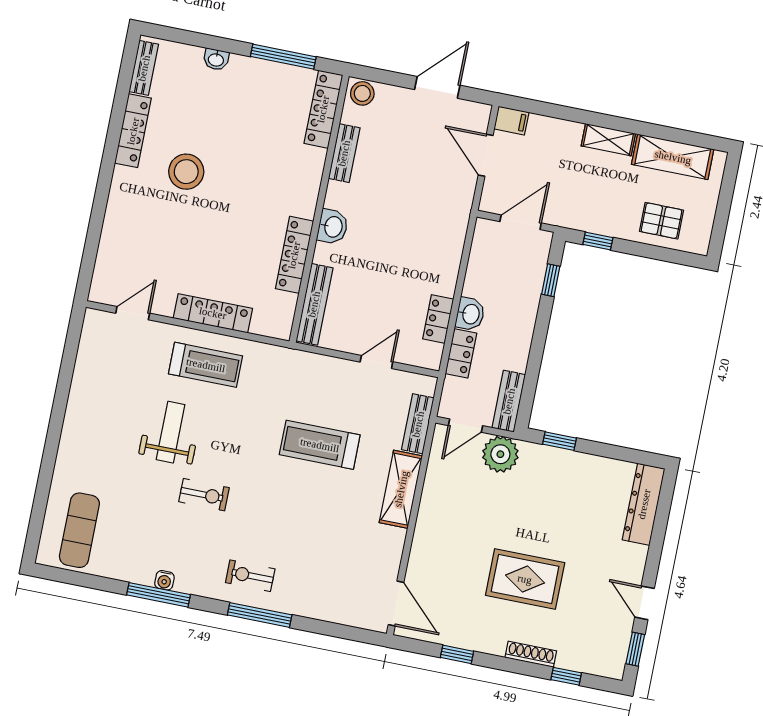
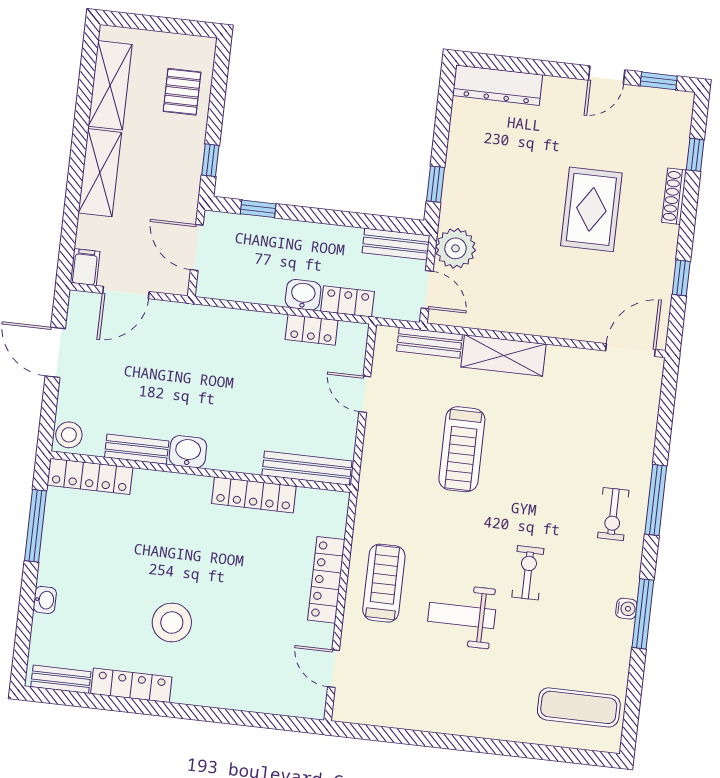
shelving: (608, 140) -> (100, 173), width x1.50, depth x1.33
washbasin: (333, 227) -> (188, 452), moved

